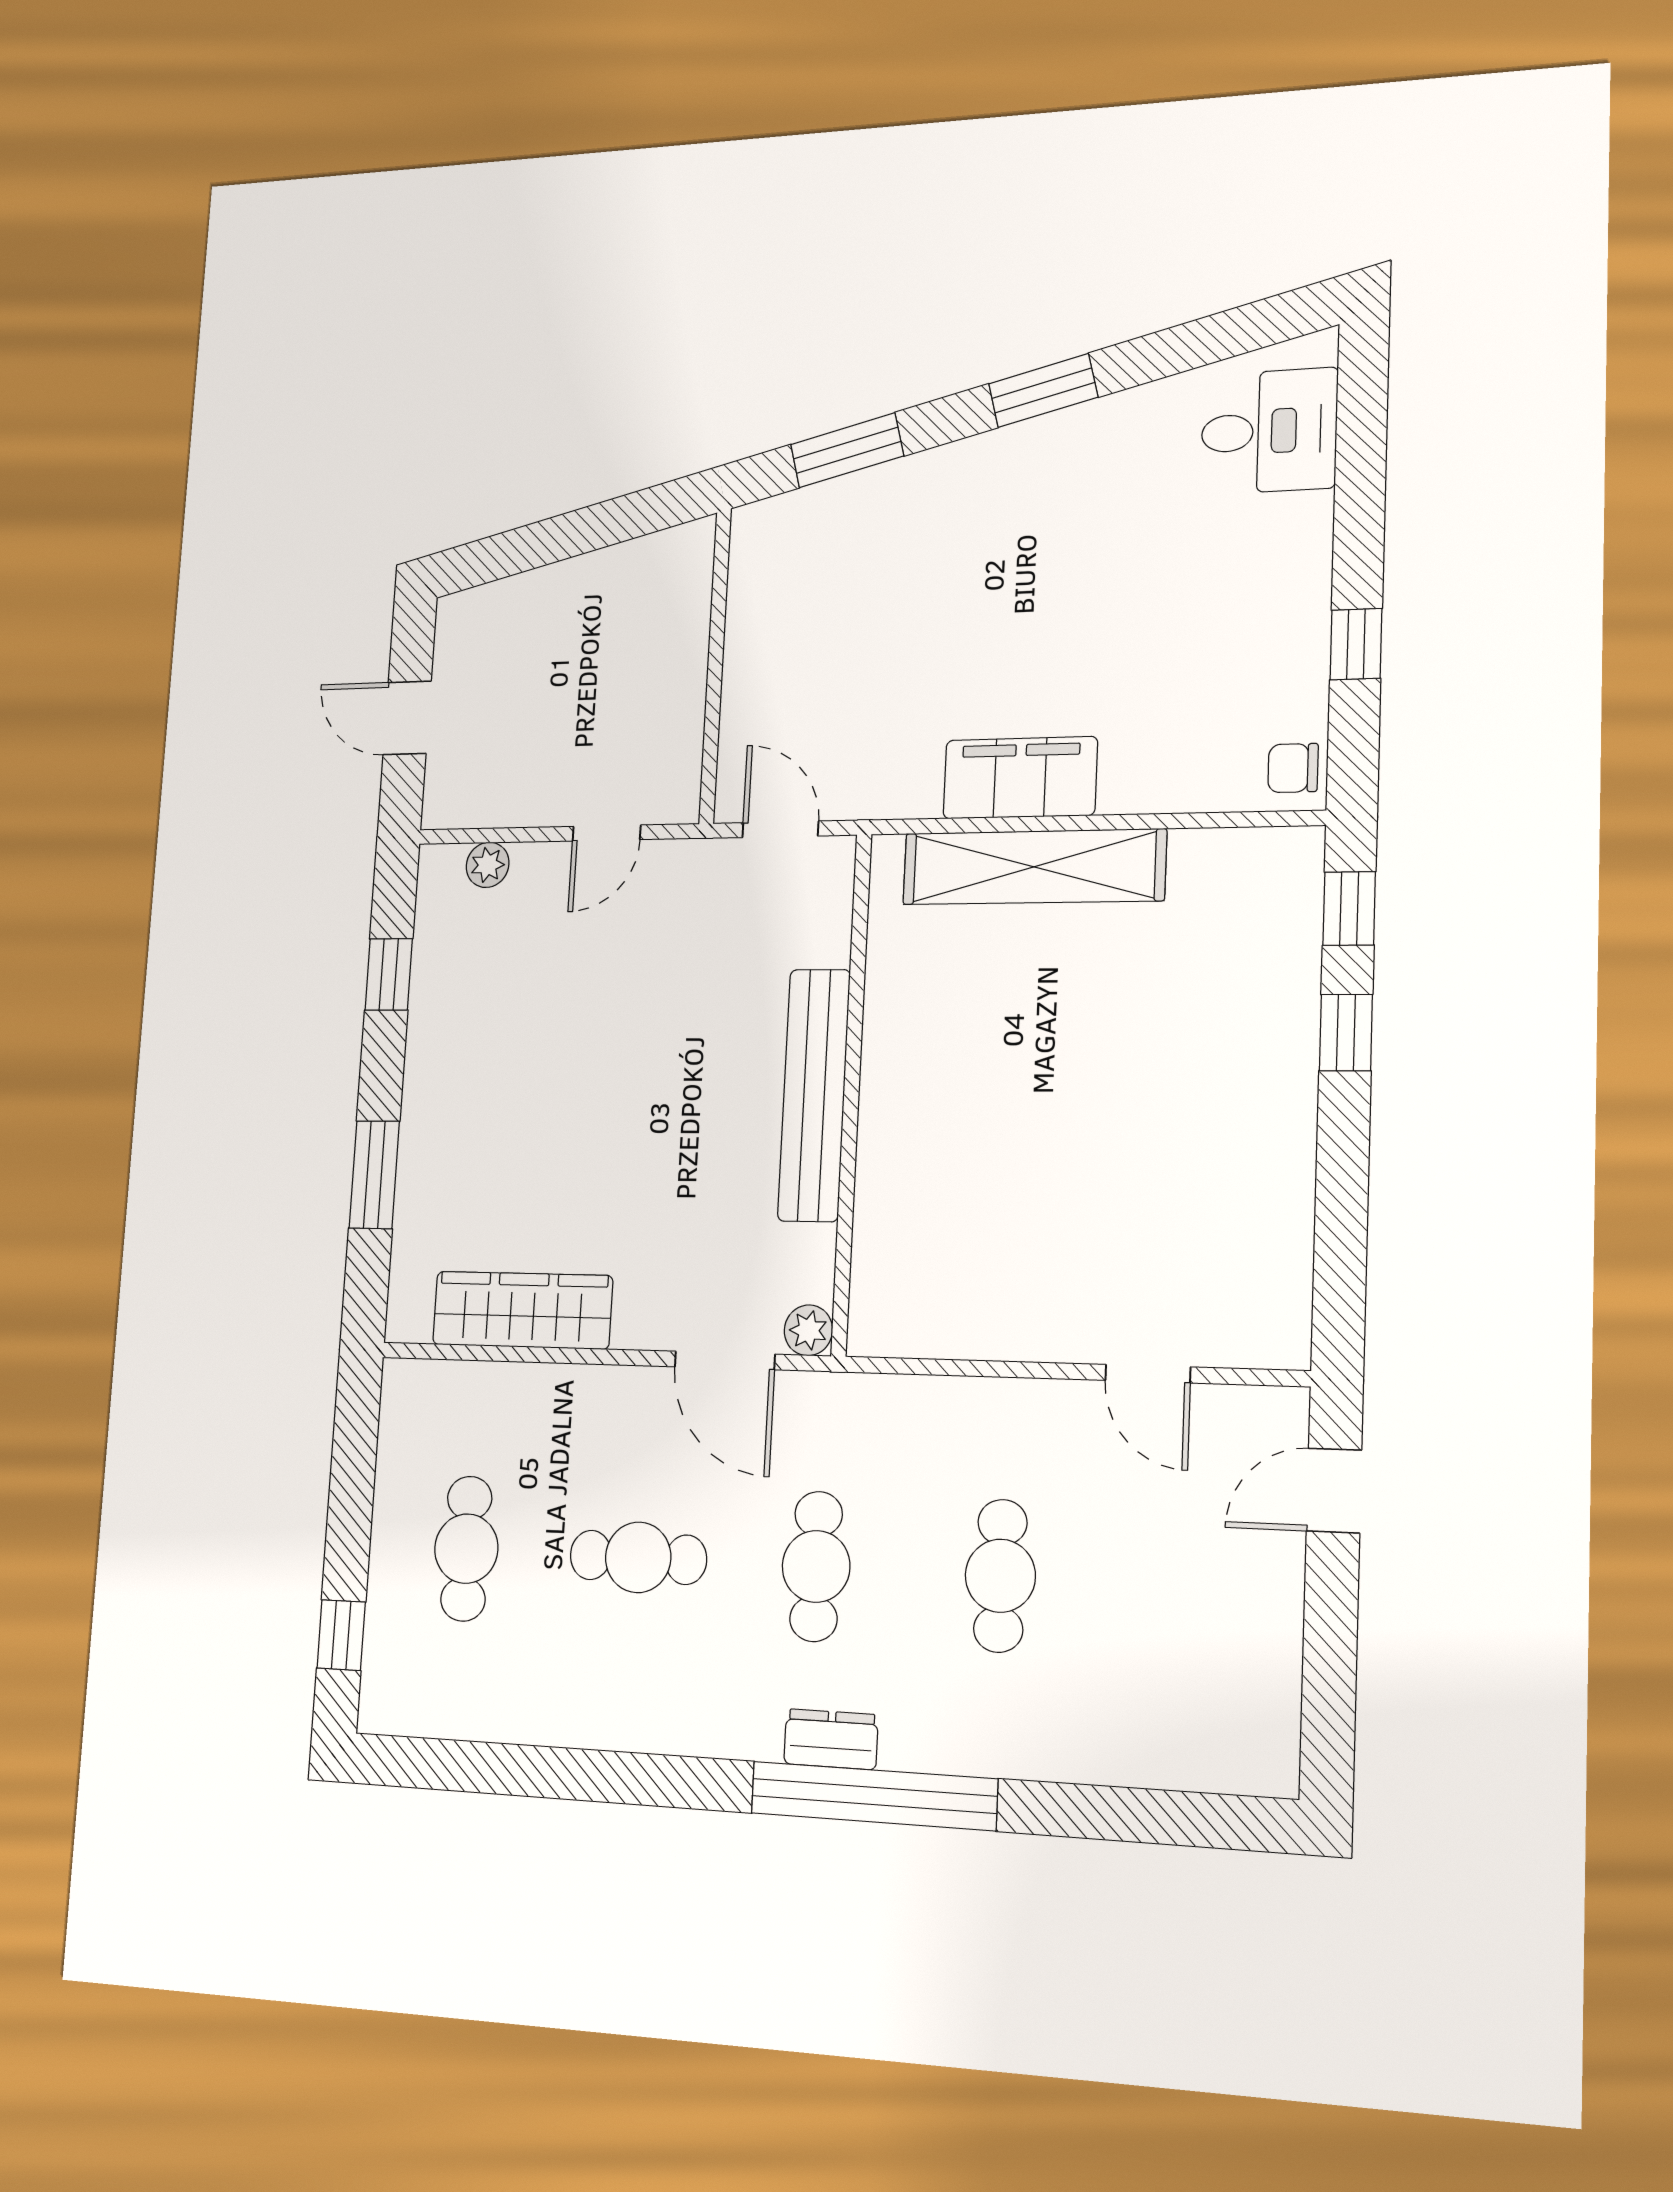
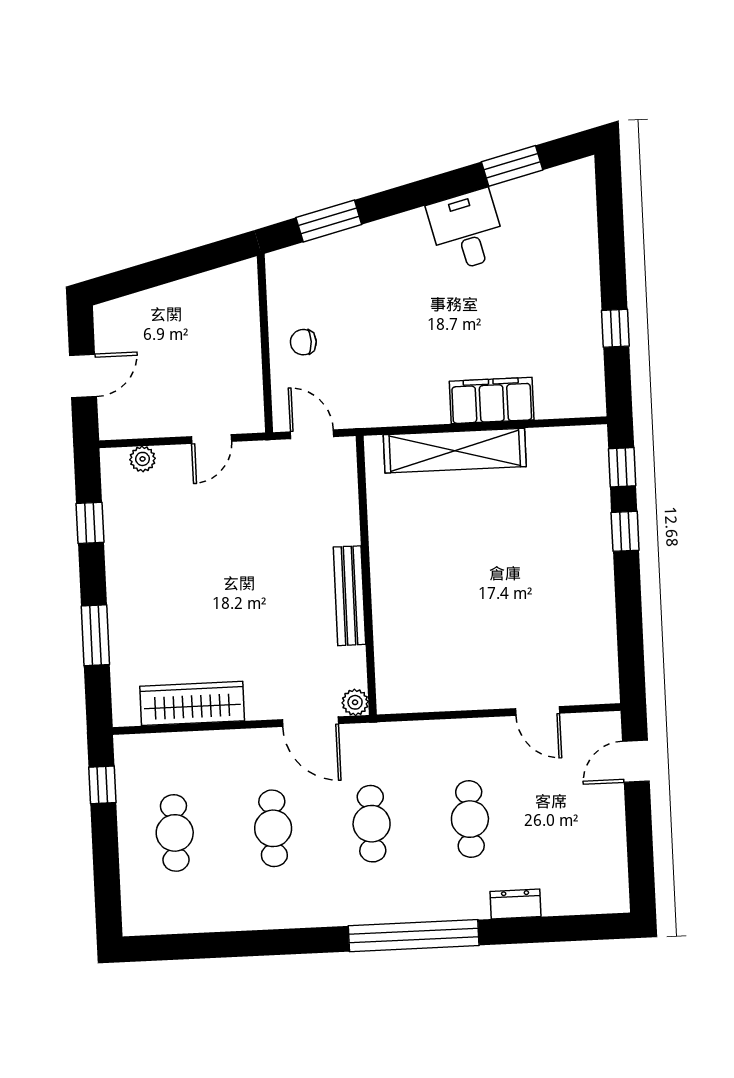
window: (1043, 390) -> (512, 166), moved
desk: (1269, 431) -> (467, 230), moved, turned -104
door: (407, 718) -> (83, 376), swing flipped
chair: (1293, 768) -> (303, 342), moved
filing cabinet: (1020, 778) -> (492, 400), moved
bench: (814, 1095) -> (349, 596), width x0.73, depth x0.82
cafe table: (638, 1557) -> (273, 828), turned 90
window: (341, 1635) -> (102, 785), moved
dresser: (831, 1739) -> (516, 904), moved

